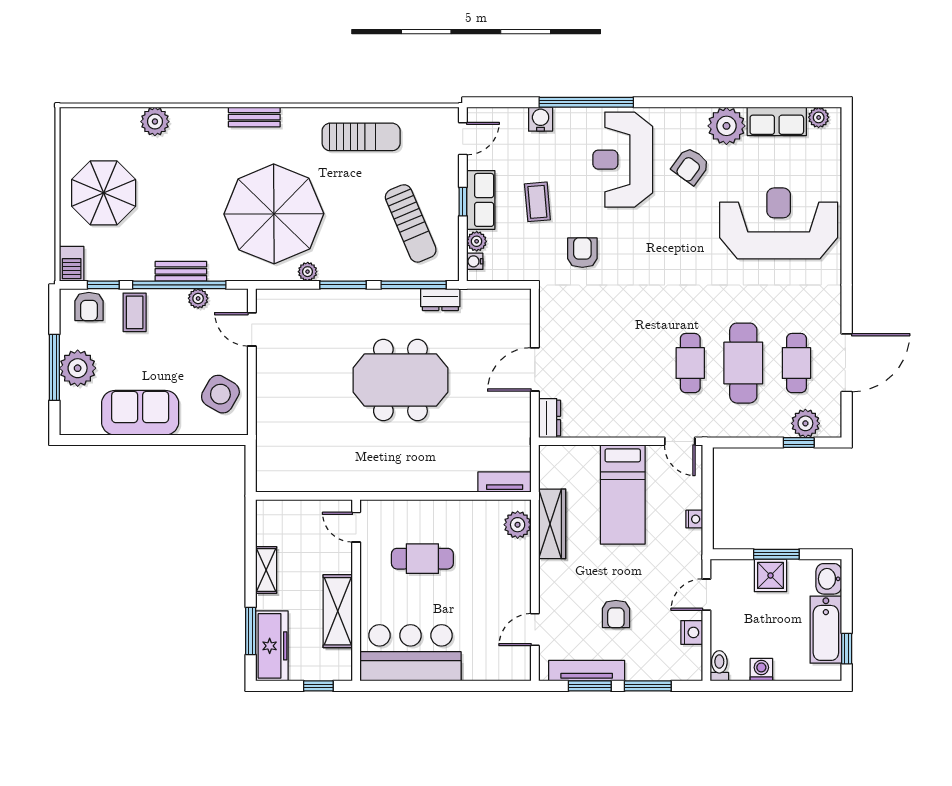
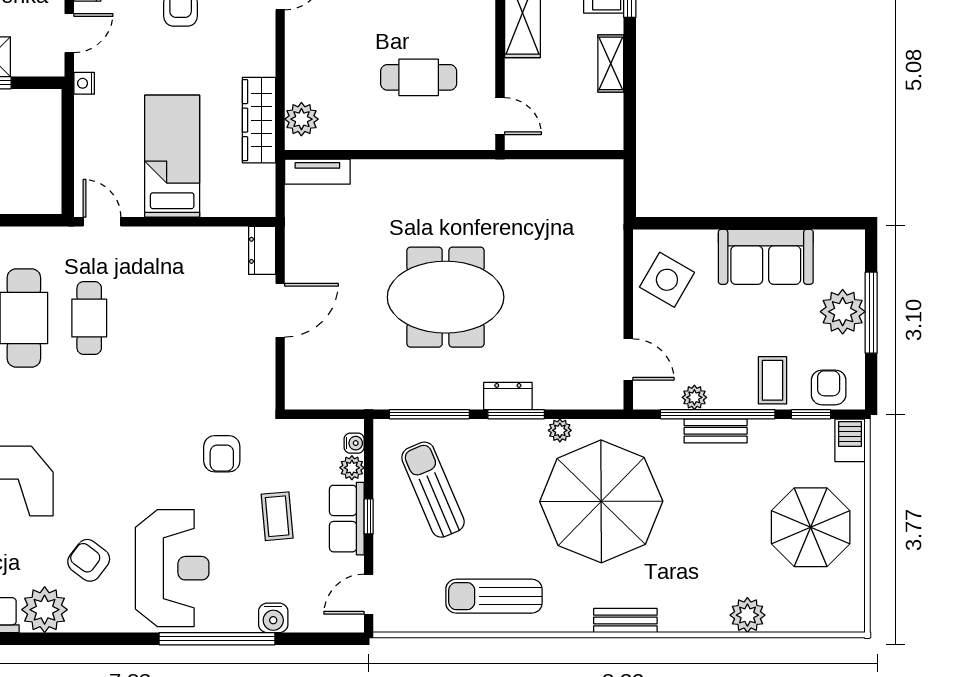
armchair: (691, 166) -> (89, 560), turned -89
dresser: (440, 300) -> (508, 396), moved
nightstand: (694, 519) -> (84, 83), moved

